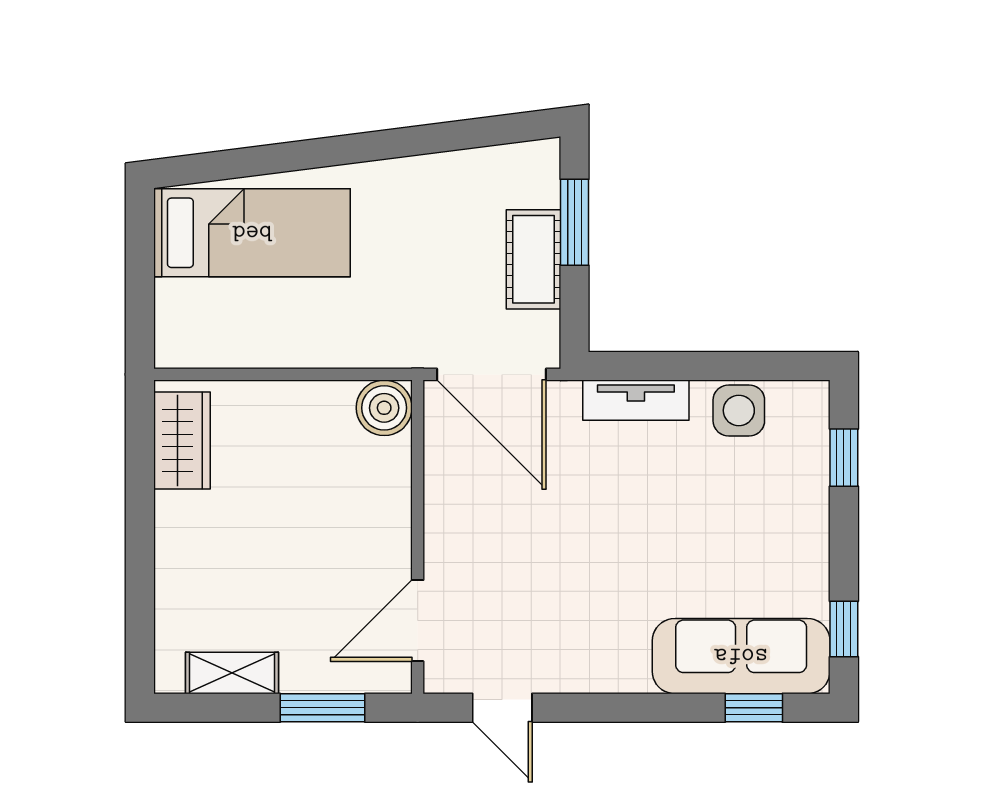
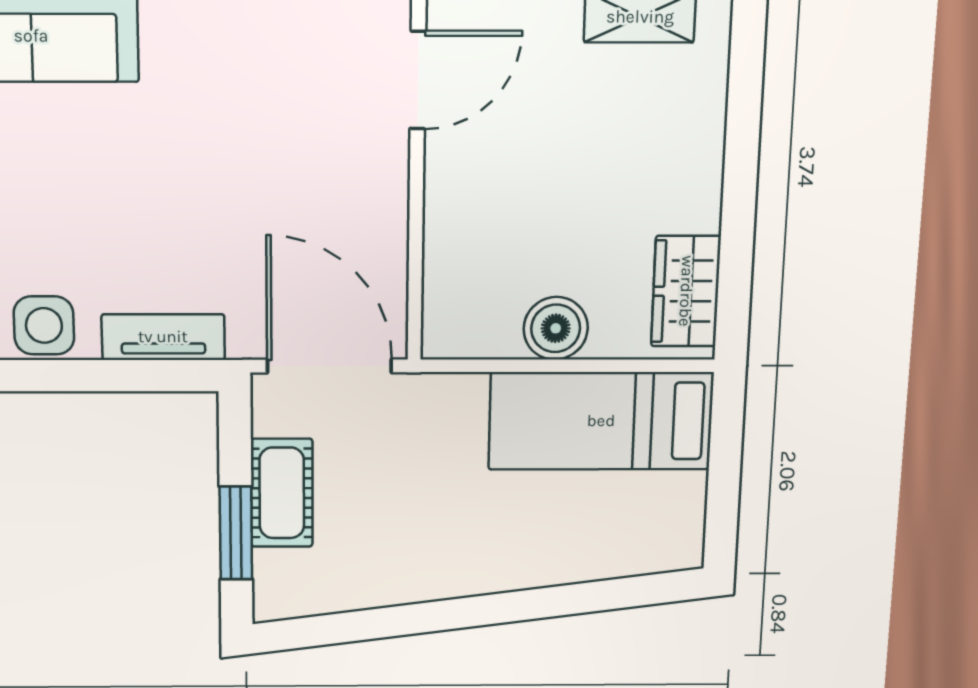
bed: (252, 233) -> (601, 421), moved
boiler: (384, 408) -> (556, 328), moved

